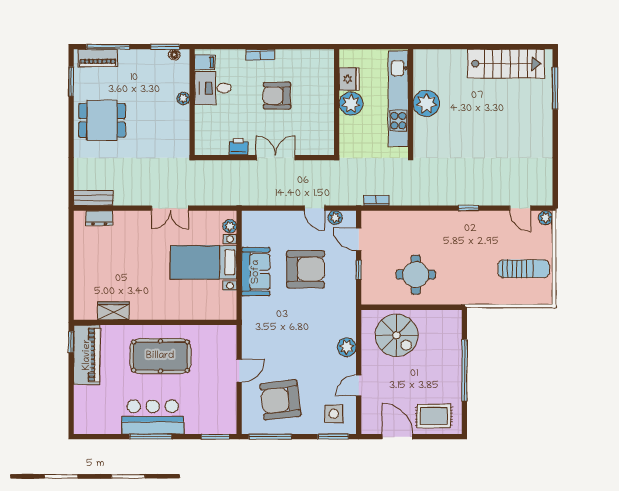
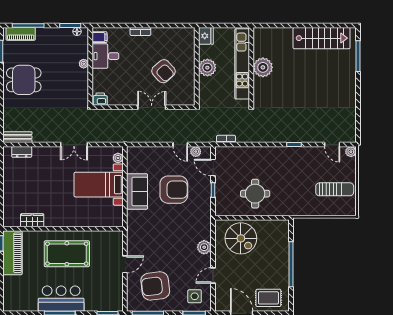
fridge: (349, 79) -> (206, 36), moved
armchair: (277, 96) -> (163, 71), moved, turned -132
printer: (239, 147) -> (100, 99), moved

